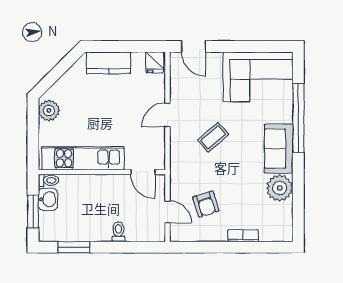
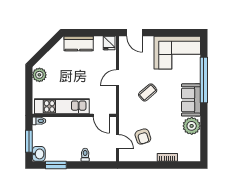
washbasin: (48, 199) -> (39, 154), moved

